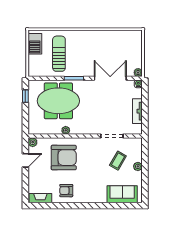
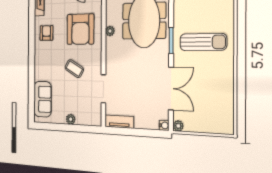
sun lounger: (59, 54) -> (203, 42), moved
tv unit: (137, 111) -> (119, 122), moved
coffee table: (118, 161) -> (74, 69), moved

